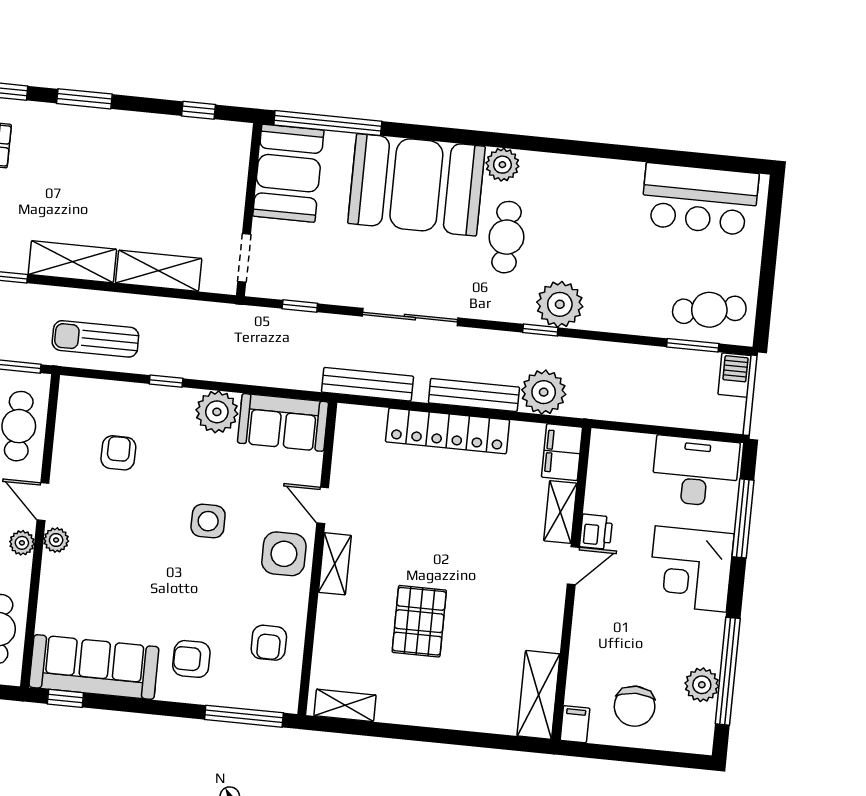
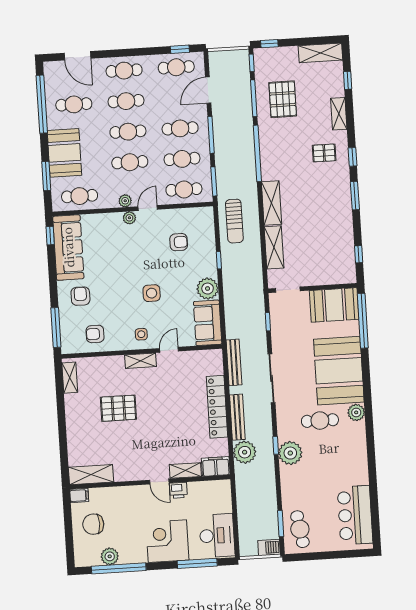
sun lounger: (95, 339) -> (234, 221), turned 180
side table: (284, 554) -> (141, 334), width x0.54, depth x0.54

